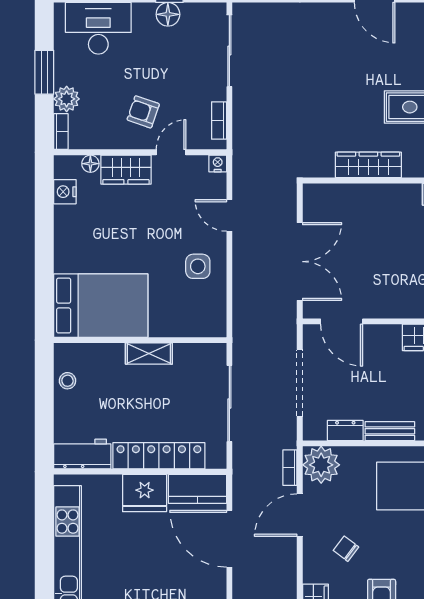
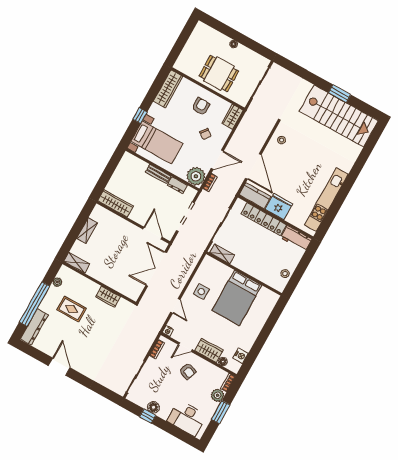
wardrobe: (368, 165) -> (108, 297), width x0.67
bed: (101, 306) -> (237, 298), moved, turned -90
shelving: (149, 353) -> (222, 254), moved

